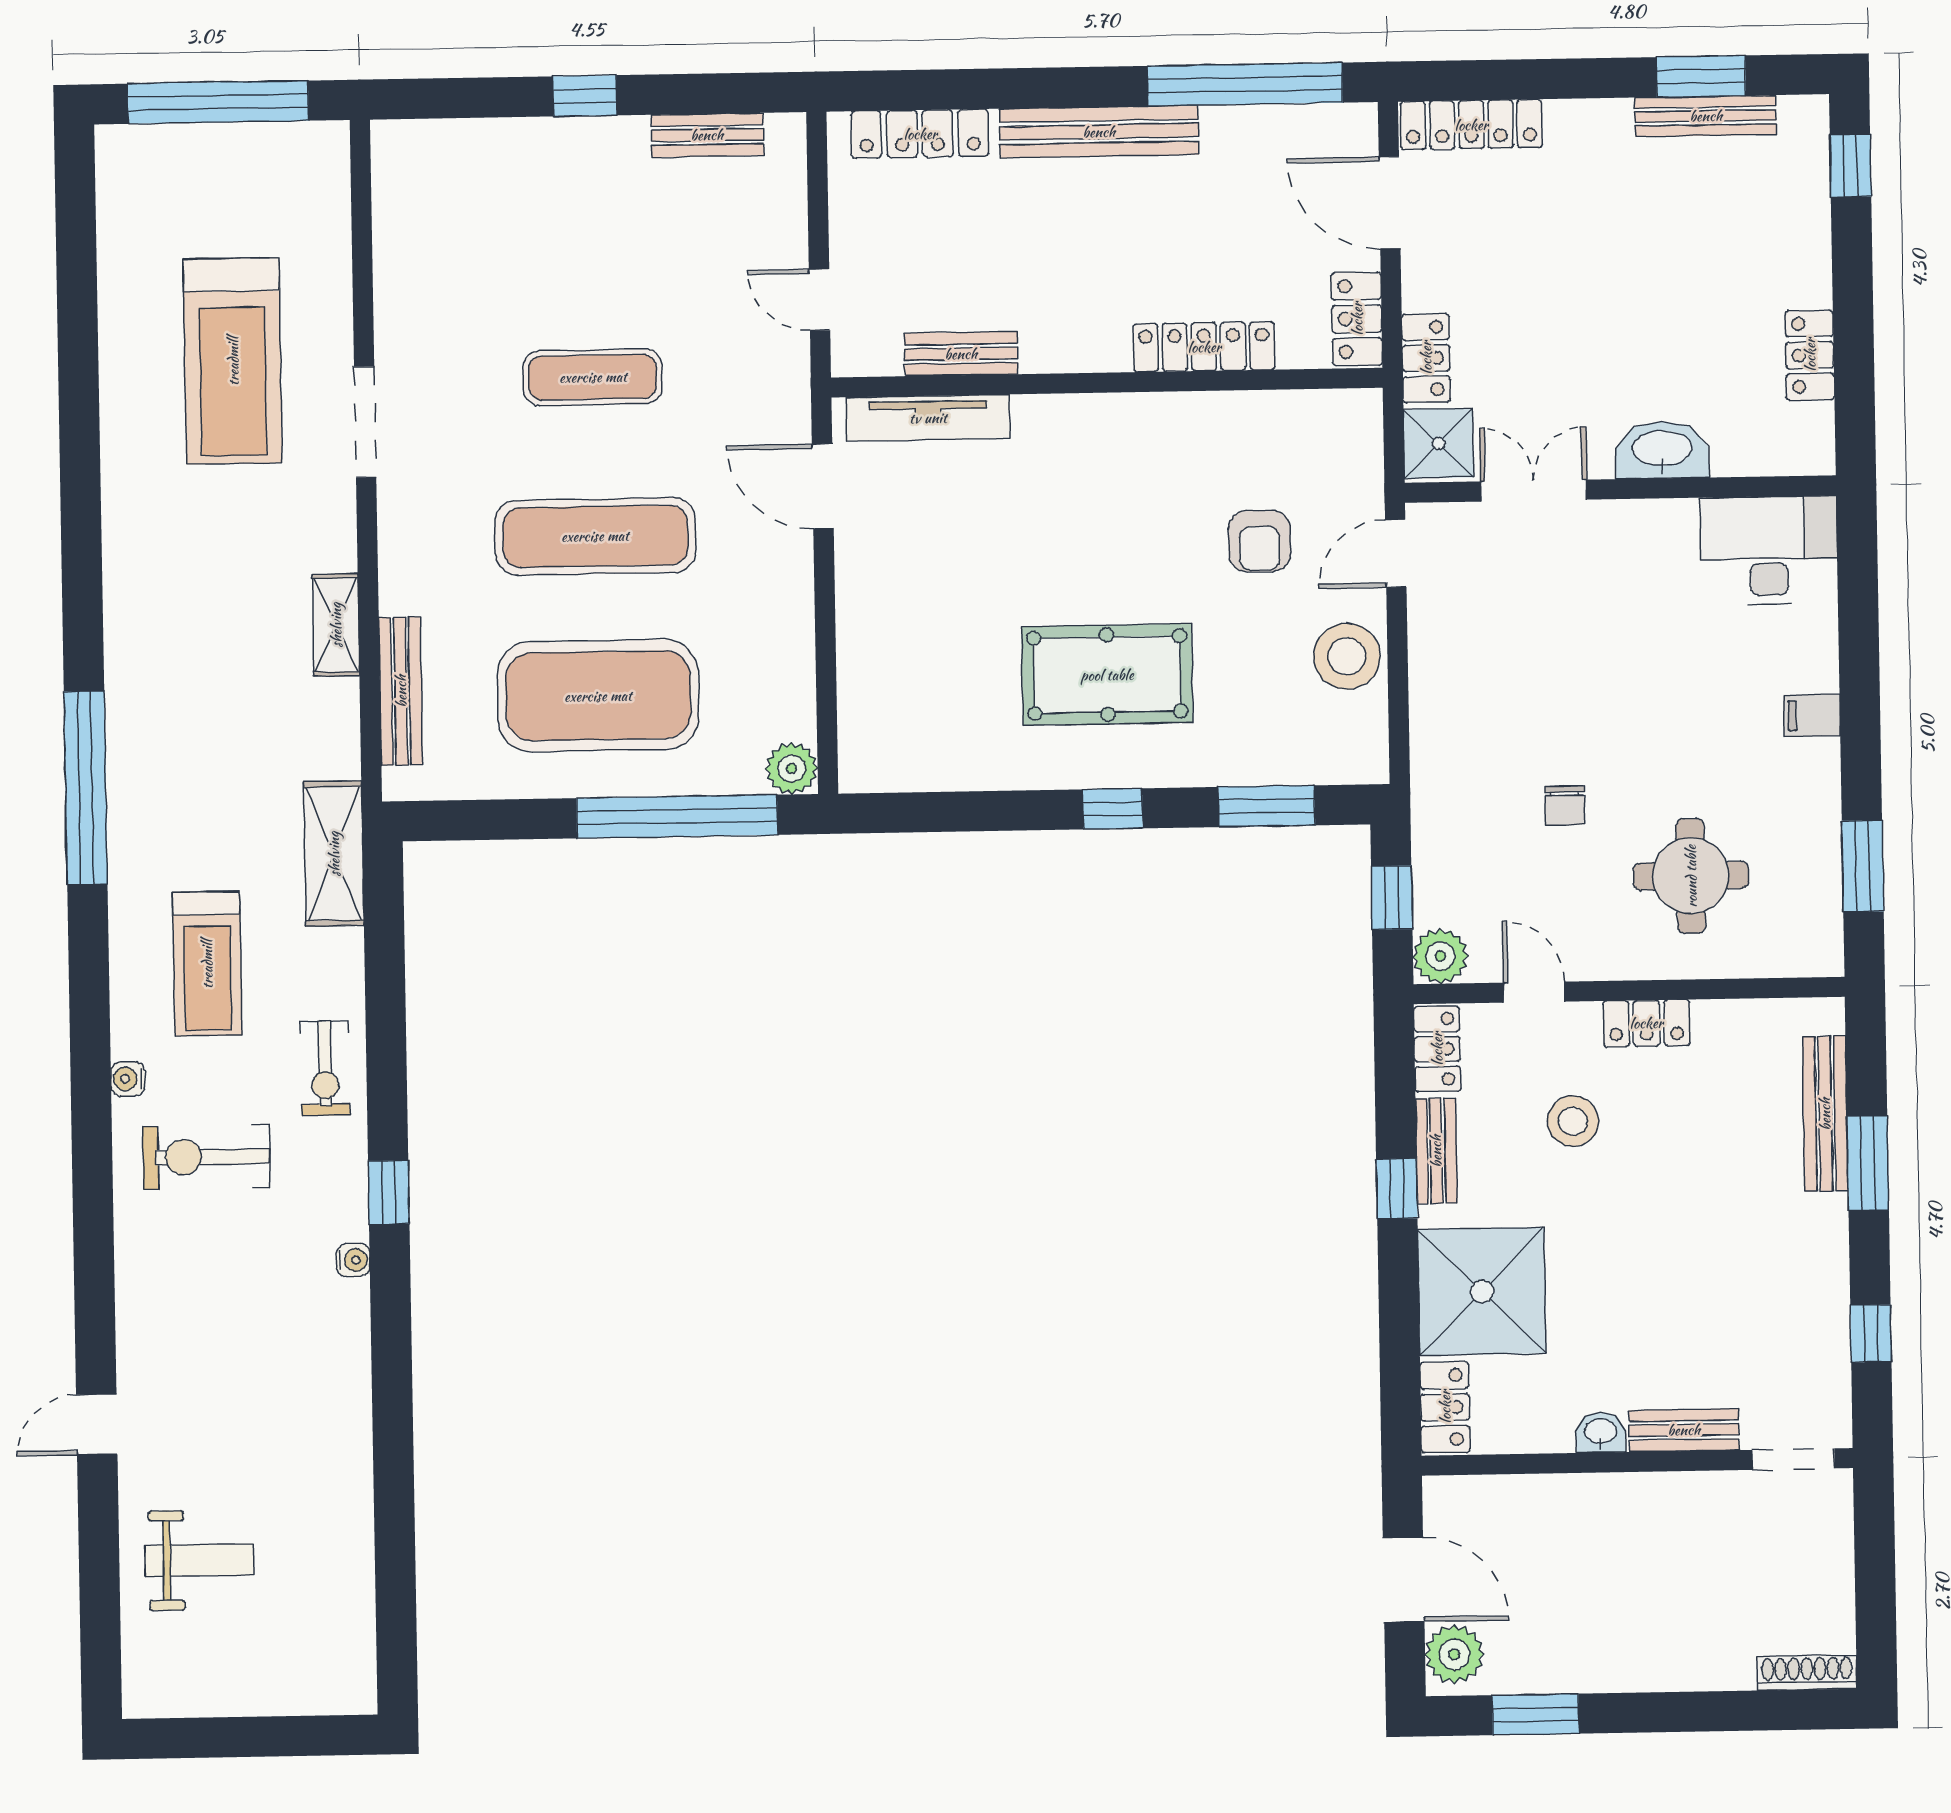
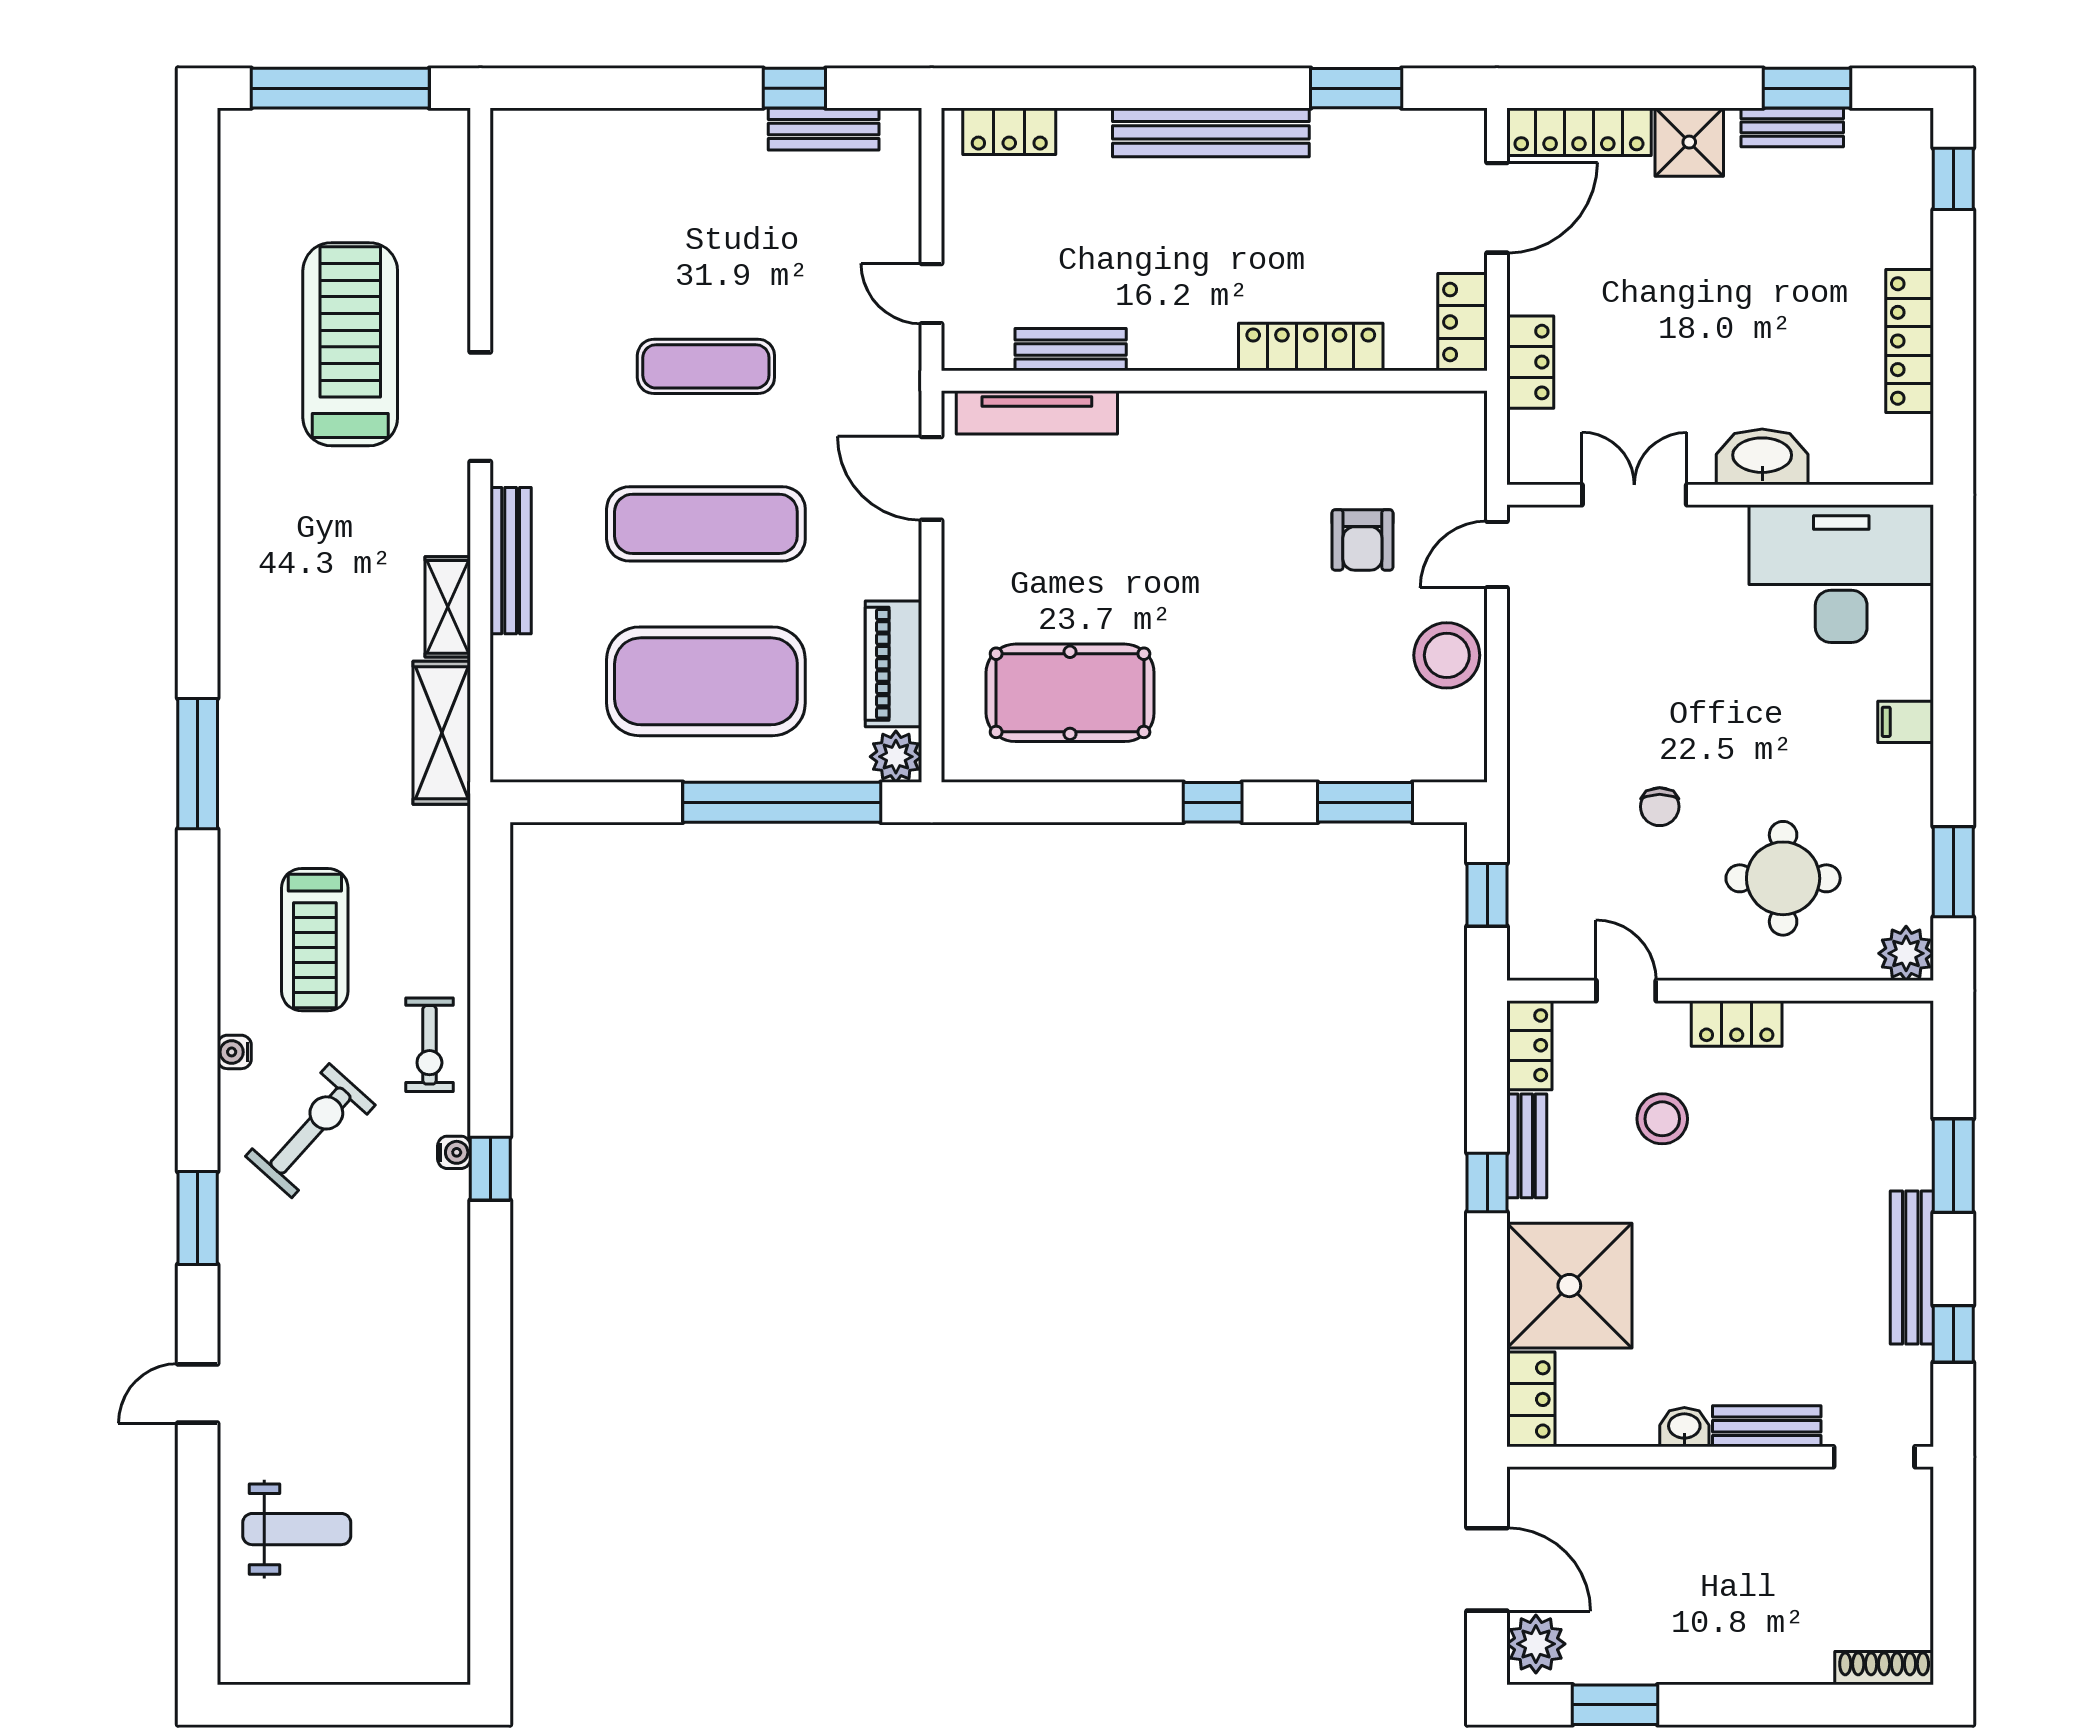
window: (1245, 84) -> (1356, 88), width x0.47
window: (585, 96) -> (794, 88), moved
bench: (1706, 116) -> (1792, 127), width x0.73
locker: (920, 134) -> (1009, 131), width x0.66
door: (1390, 203) -> (1497, 208), swing flipped
locker: (1810, 355) -> (1910, 341), width x1.53
treadmill: (233, 361) -> (350, 344), turned 180
shower: (1438, 443) -> (1689, 142), moved
desk: (1769, 550) -> (1841, 574), width x1.36, depth x1.30
piano: (788, 675) -> (893, 664), added
pool table: (1107, 675) -> (1070, 693), moved
bench: (401, 691) -> (511, 561), moved
window: (86, 788) -> (198, 764), width x0.68
shelving: (334, 854) -> (442, 733), moved
plant: (1440, 956) -> (1906, 953), moved
bench: (1825, 1114) -> (1912, 1268), moved
exercise bike: (206, 1157) -> (310, 1131), turned 132
window: (94, 1247) -> (198, 1218), added
water cooler: (353, 1260) -> (454, 1152), moved

